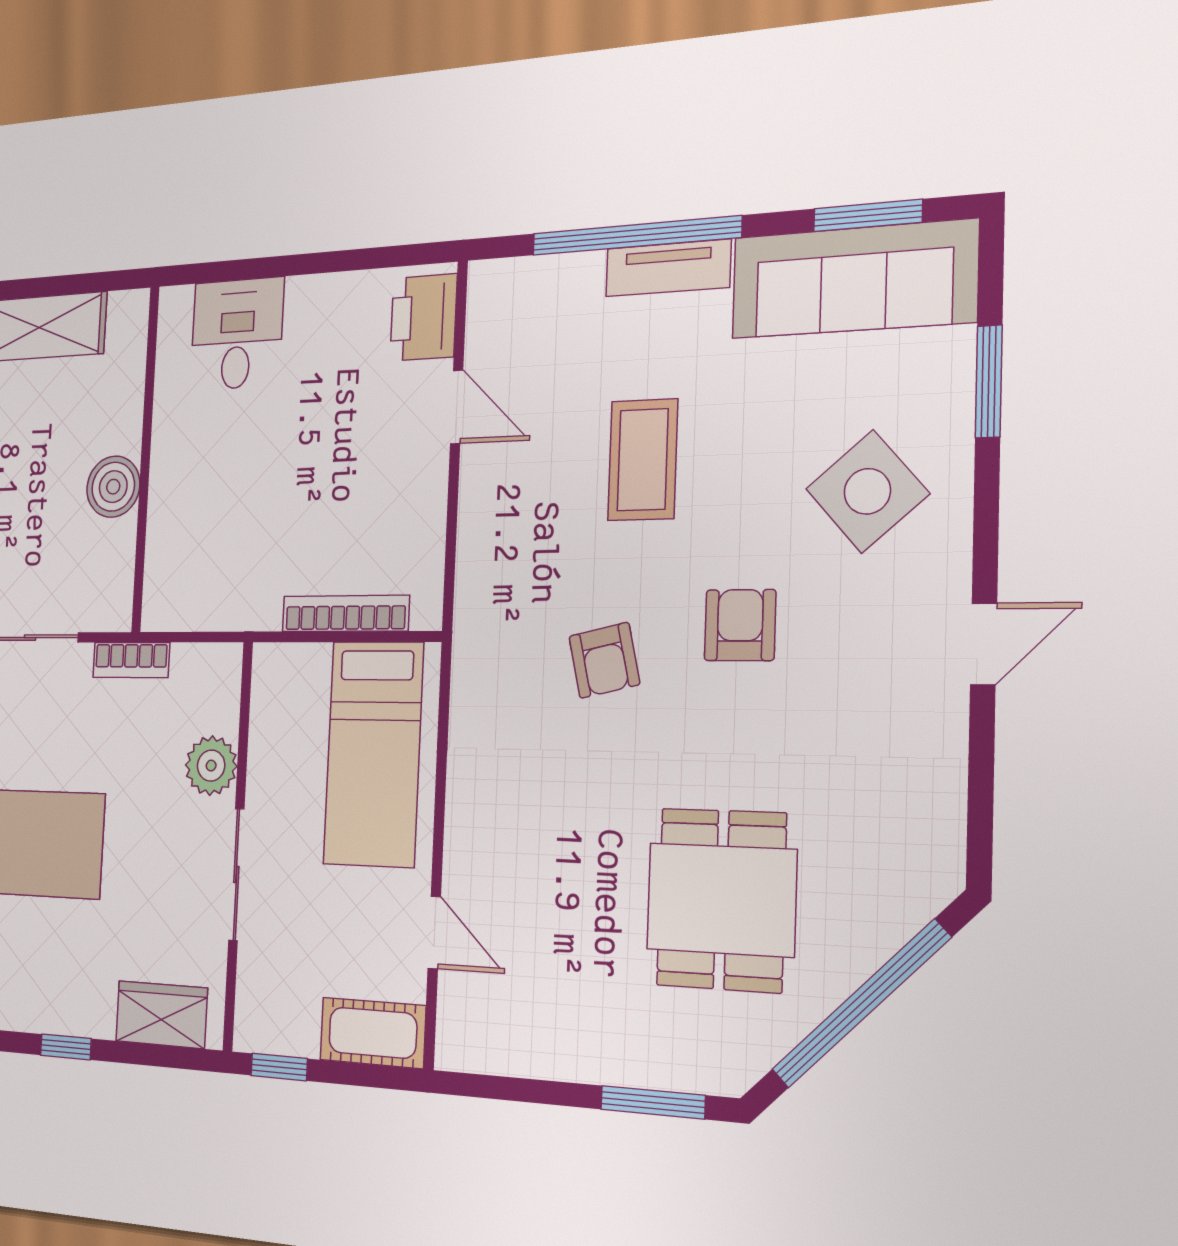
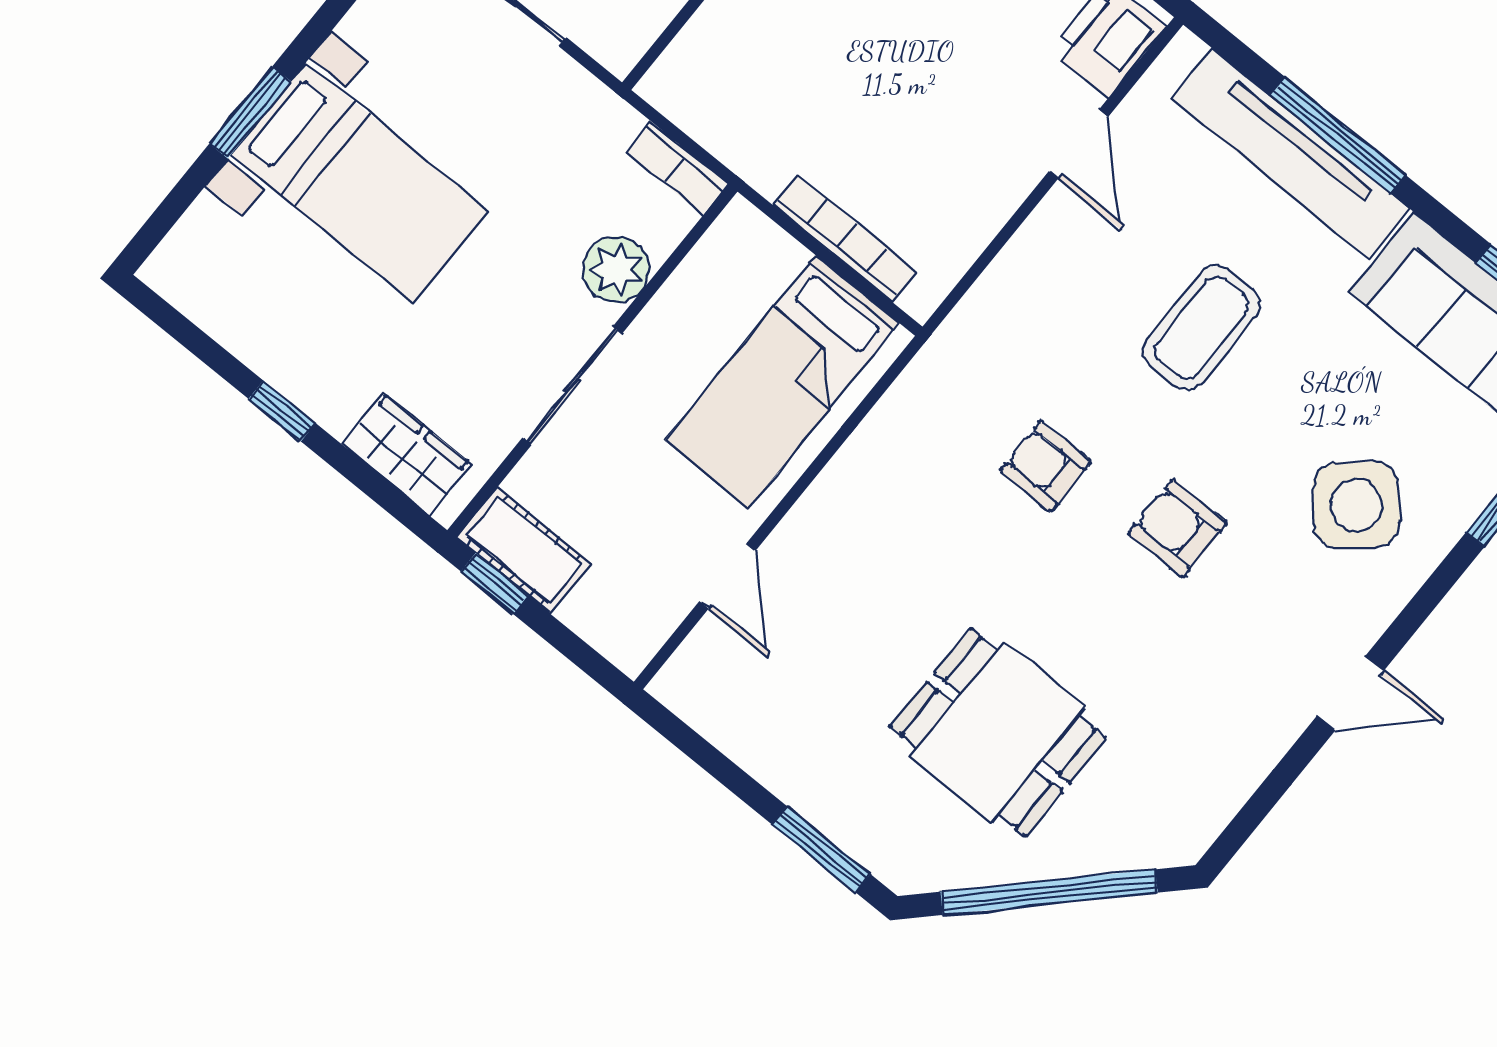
window: (636, 236) -> (1337, 135), width x0.68
tv unit: (668, 268) -> (1290, 154), width x1.92, depth x1.29
armchair: (740, 625) -> (1178, 528), turned -90
bookcase: (131, 660) -> (677, 168), moved
armchair: (604, 660) -> (1045, 466), turned 103
dining table: (721, 900) -> (998, 732), turned 90
cot: (373, 1033) -> (524, 550), moved

